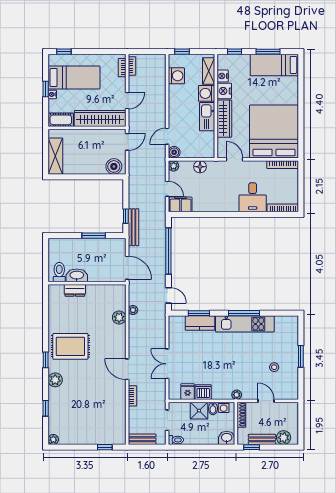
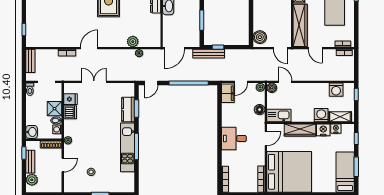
kitchen sink: (207, 117) -> (279, 116), moved
desk: (253, 197) -> (234, 138), moved

